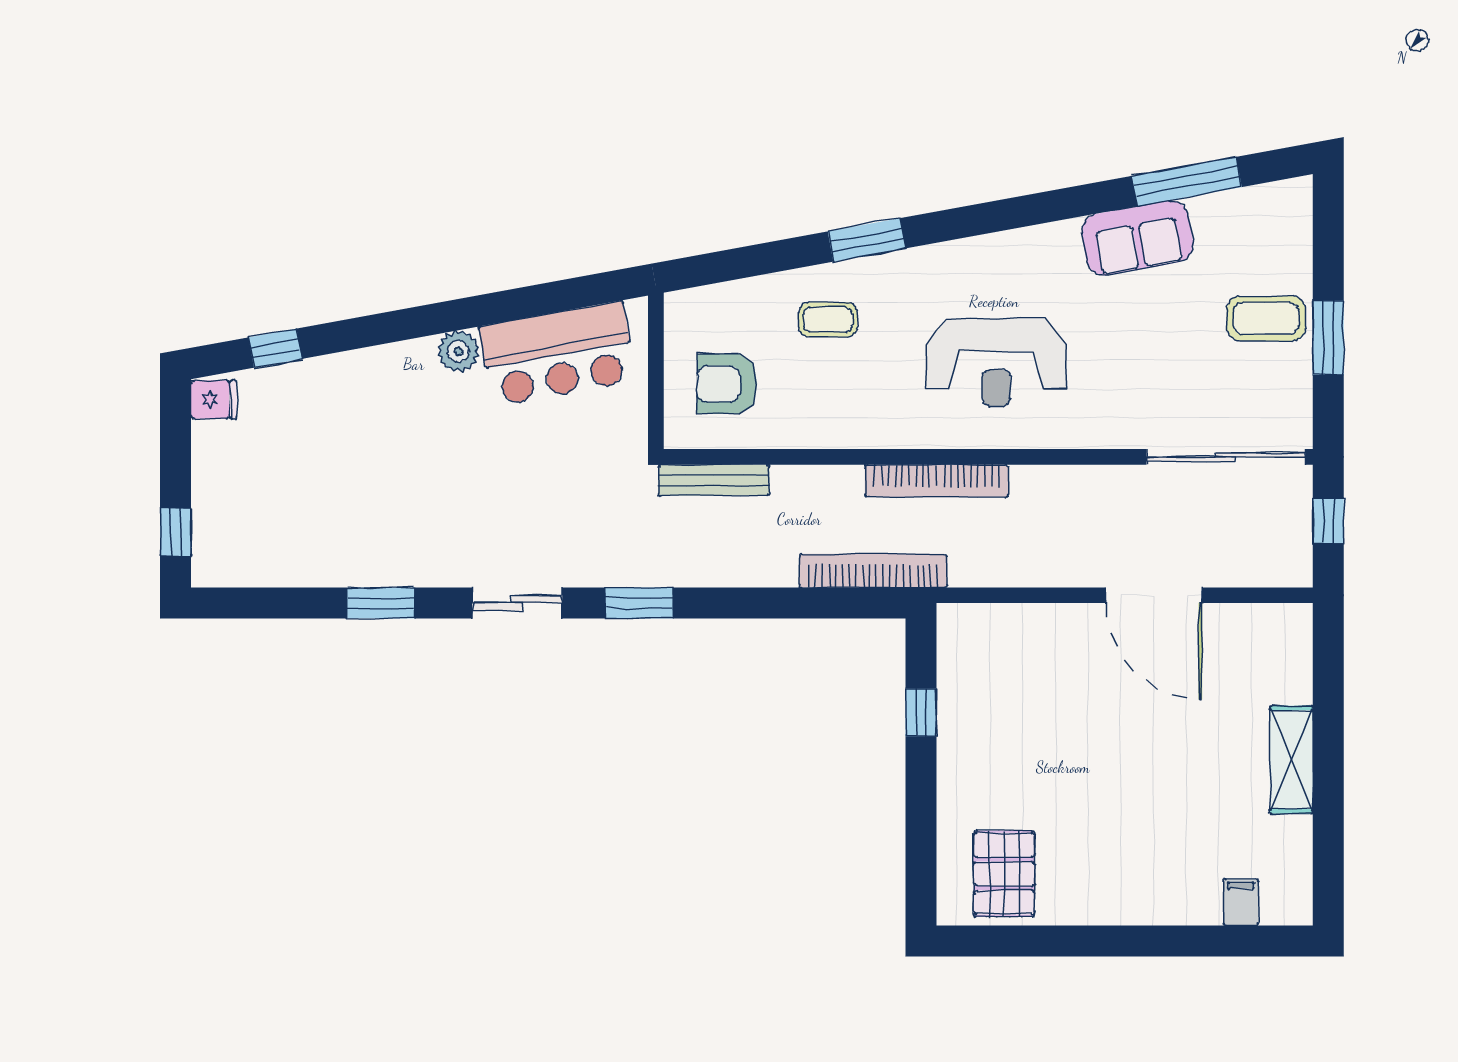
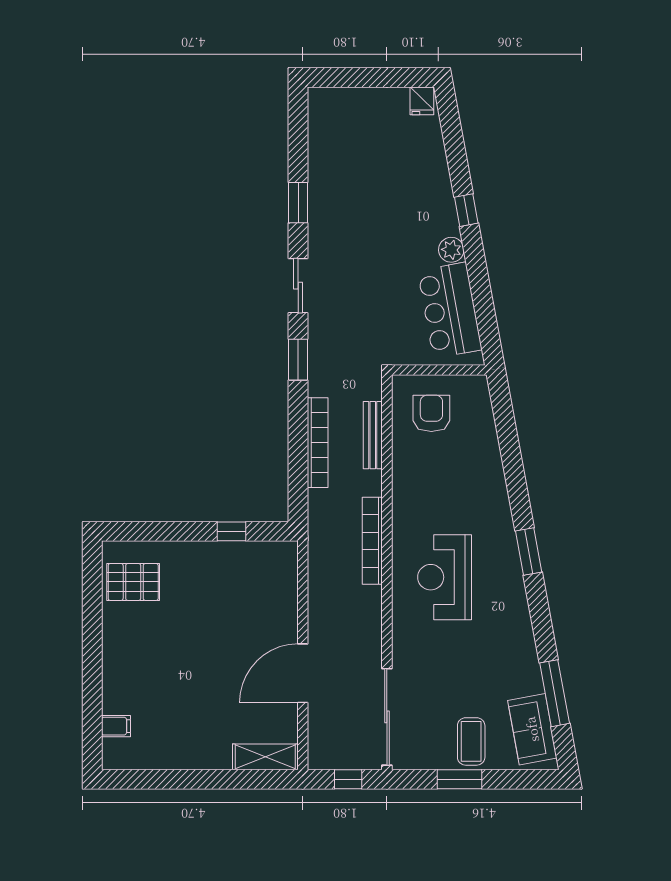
sofa: (1137, 238) -> (532, 729), moved
window: (867, 240) -> (529, 552), moved
coffee table: (828, 320) -> (470, 475), removed
window: (275, 348) -> (466, 210), moved
bench: (714, 480) -> (373, 435), moved
window: (175, 532) -> (341, 78), removed
bookcase: (873, 571) -> (318, 443), moved
shelving: (1291, 760) -> (265, 757), moved

